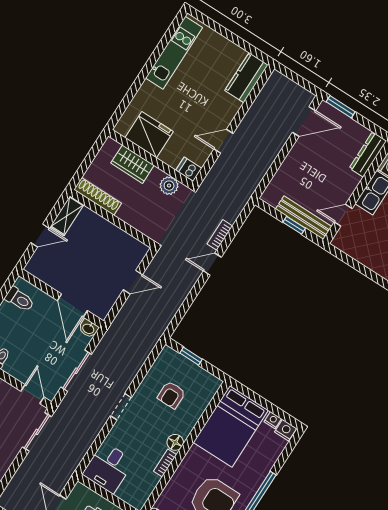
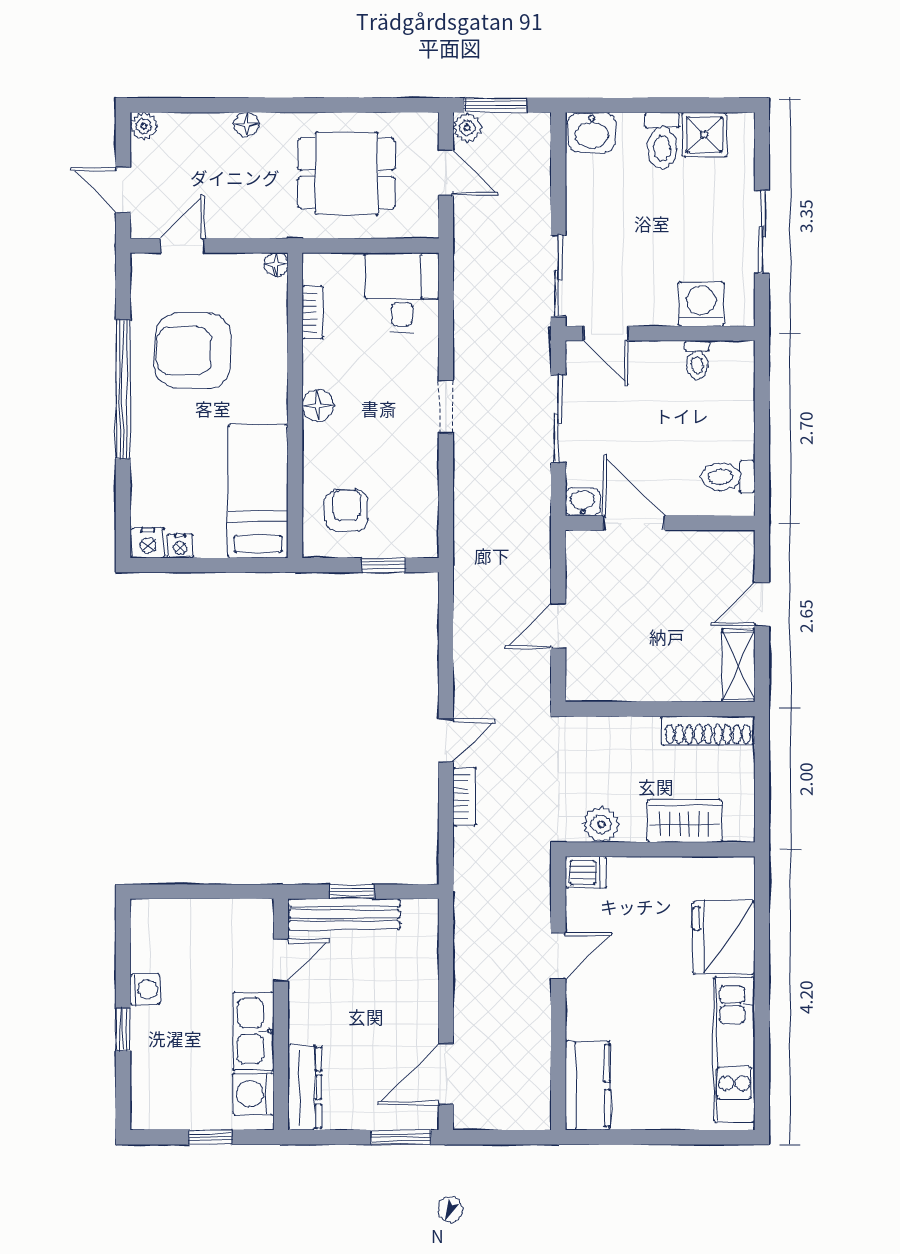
fridge: (149, 135) -> (724, 937), moved, turned 90
armchair: (171, 395) -> (347, 510), moved
bed: (231, 426) -> (258, 491), width x0.67
bookcase: (165, 463) -> (313, 312), moved

